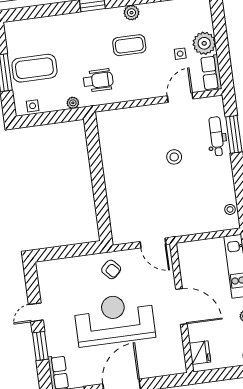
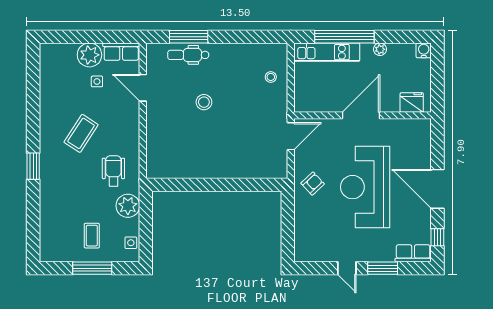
plant: (131, 13) -> (47, 127), removed
coffee table: (129, 45) -> (81, 133), turned 33
coffee table: (34, 68) -> (92, 236), width x0.54, depth x0.58
plant: (73, 103) -> (128, 206), width x1.88, depth x1.88
stool: (230, 209) -> (271, 77), moved

